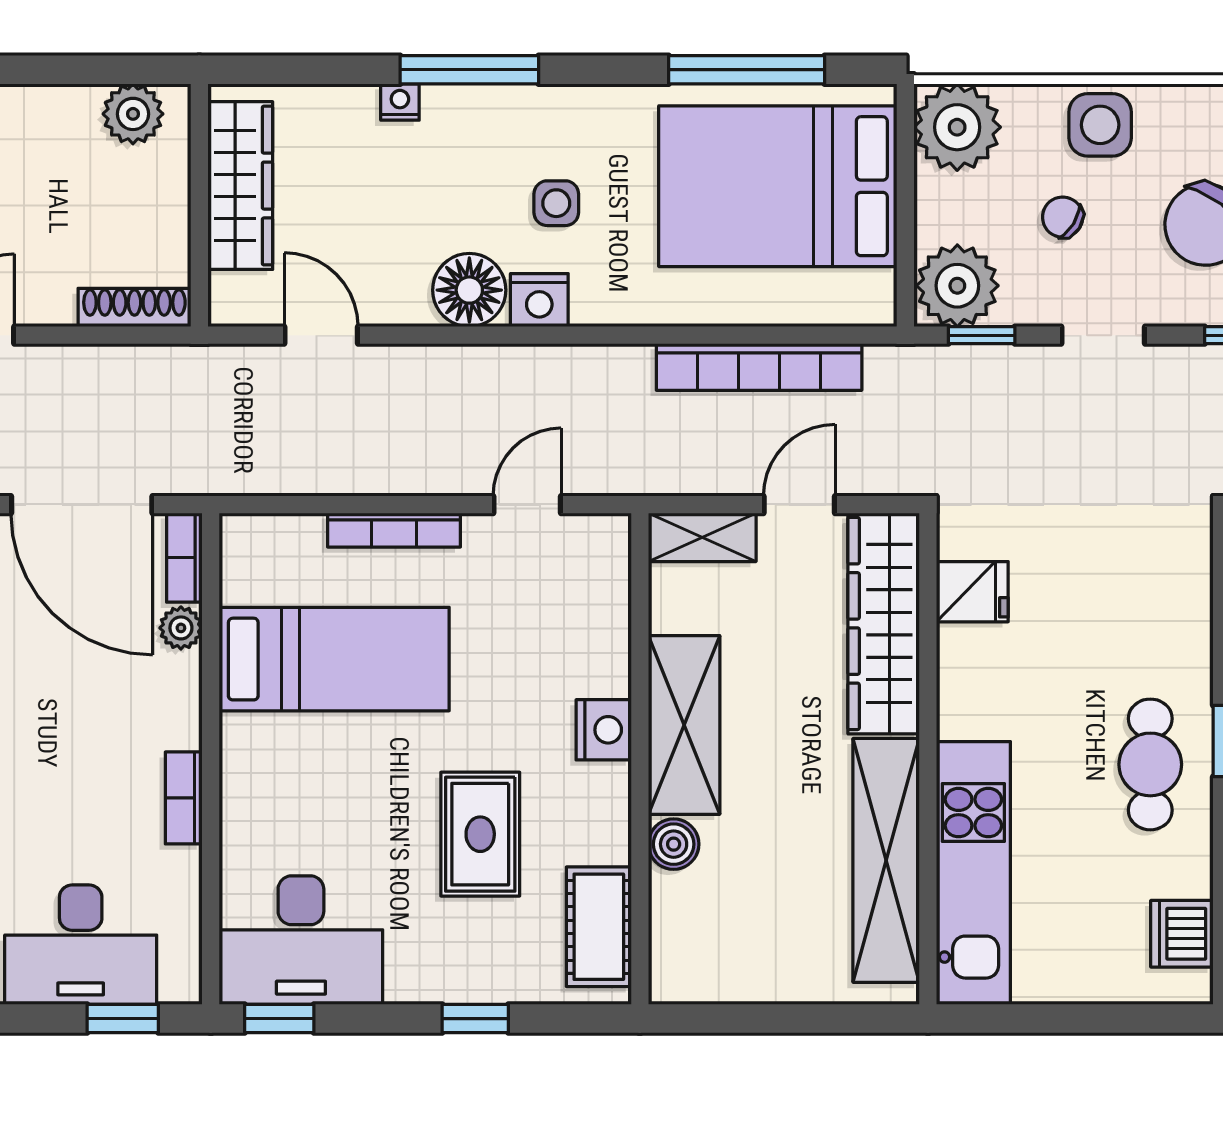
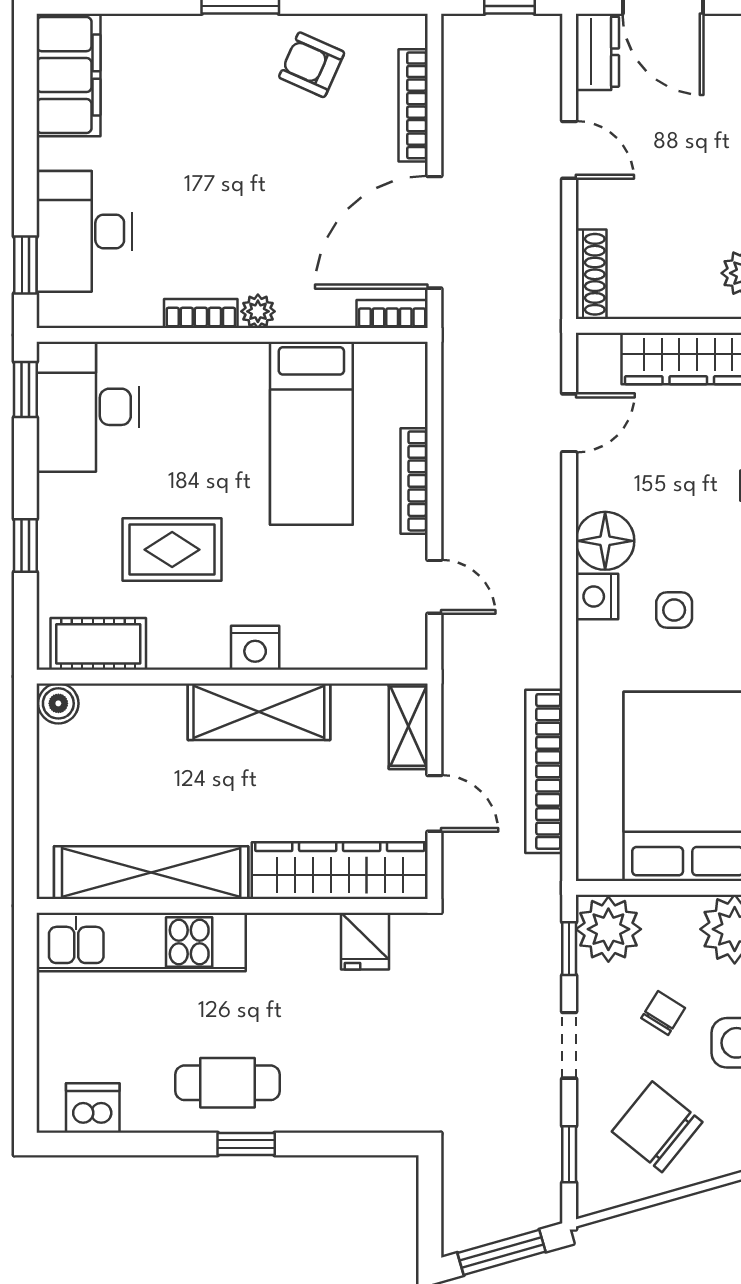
plant: (181, 628) -> (258, 311), moved
boiler: (674, 844) -> (58, 703), moved

